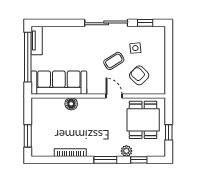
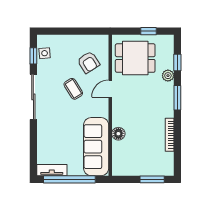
side table: (135, 48) -> (45, 53), moved
armchair: (139, 75) -> (89, 62), turned -77

